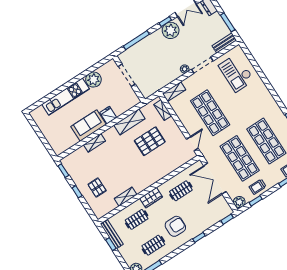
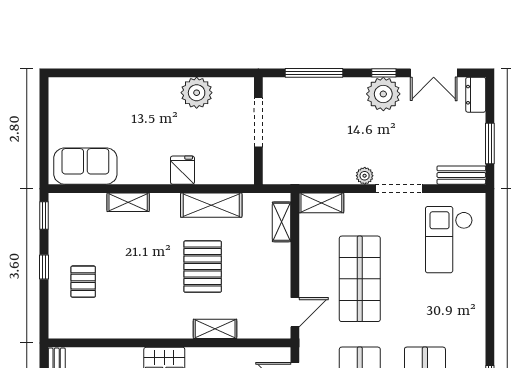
kitchen unit: (66, 97) -> (130, 91), removed
sofa: (89, 126) -> (85, 166), moved
pallet: (150, 141) -> (203, 267), moved, turned 90
shelving: (126, 197) -> (215, 329), moved

